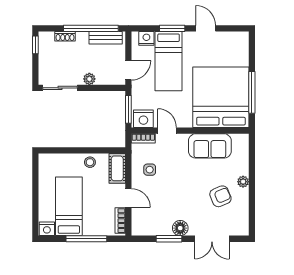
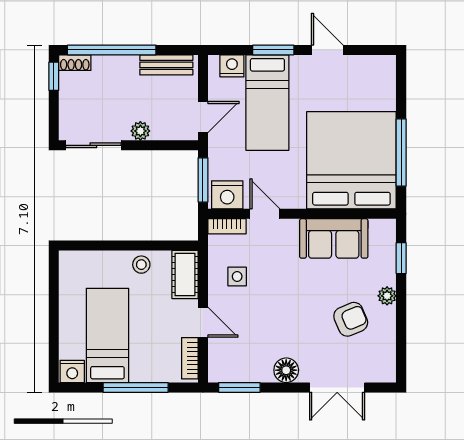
window: (91, 28) -> (112, 50), moved
shoe rack: (65, 36) -> (75, 63), moved
window: (252, 158) -> (401, 258), added
window: (169, 239) -> (239, 387), moved

